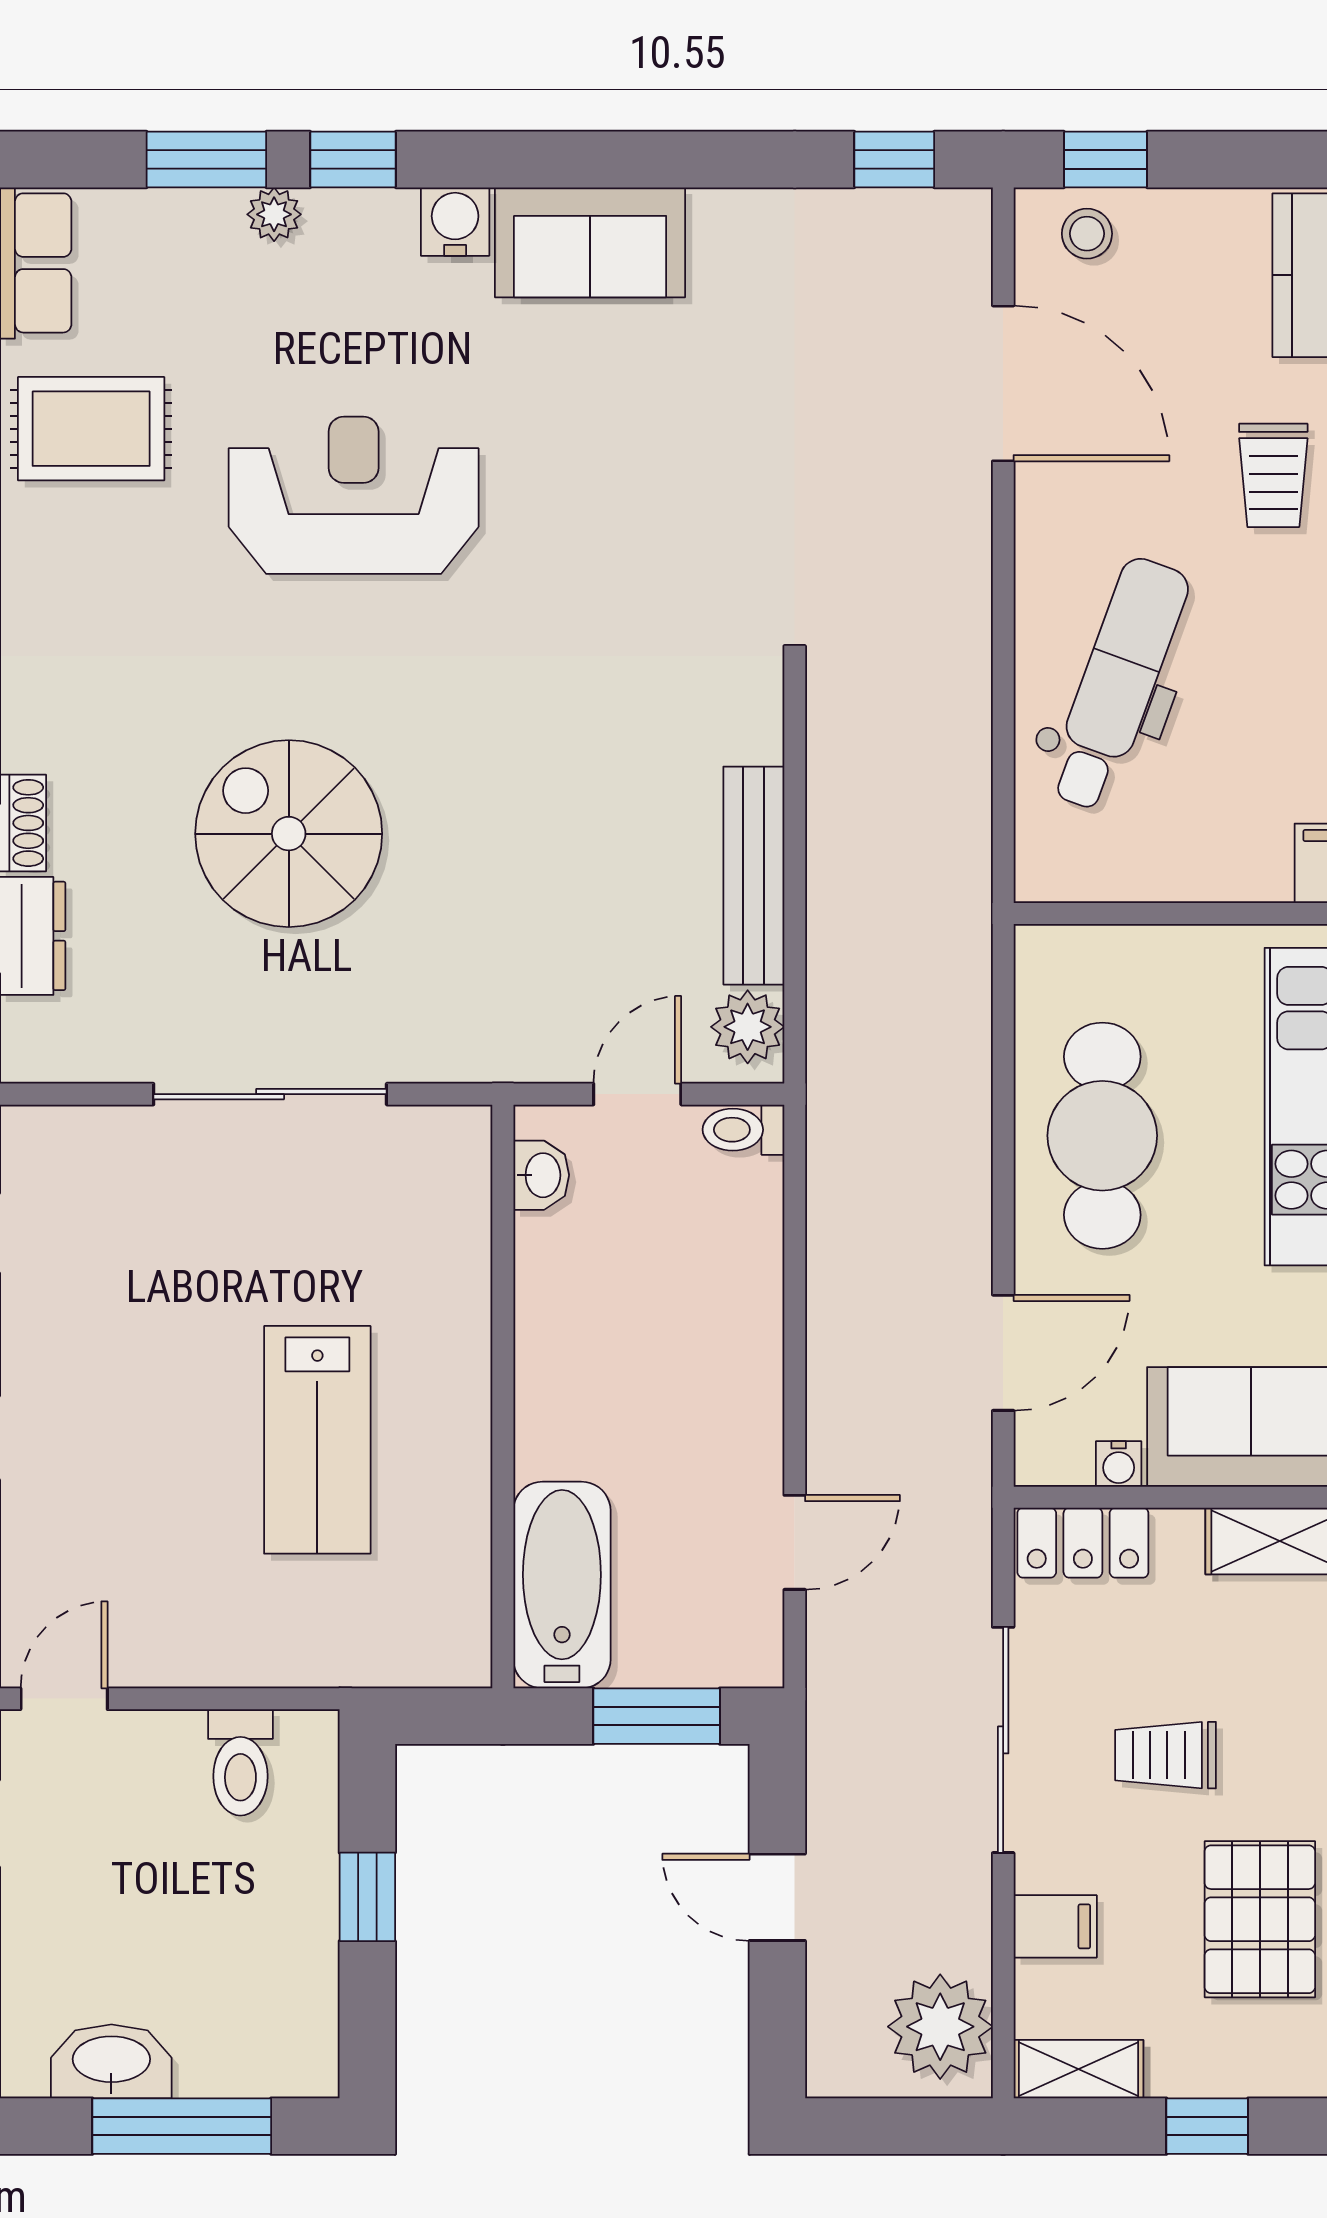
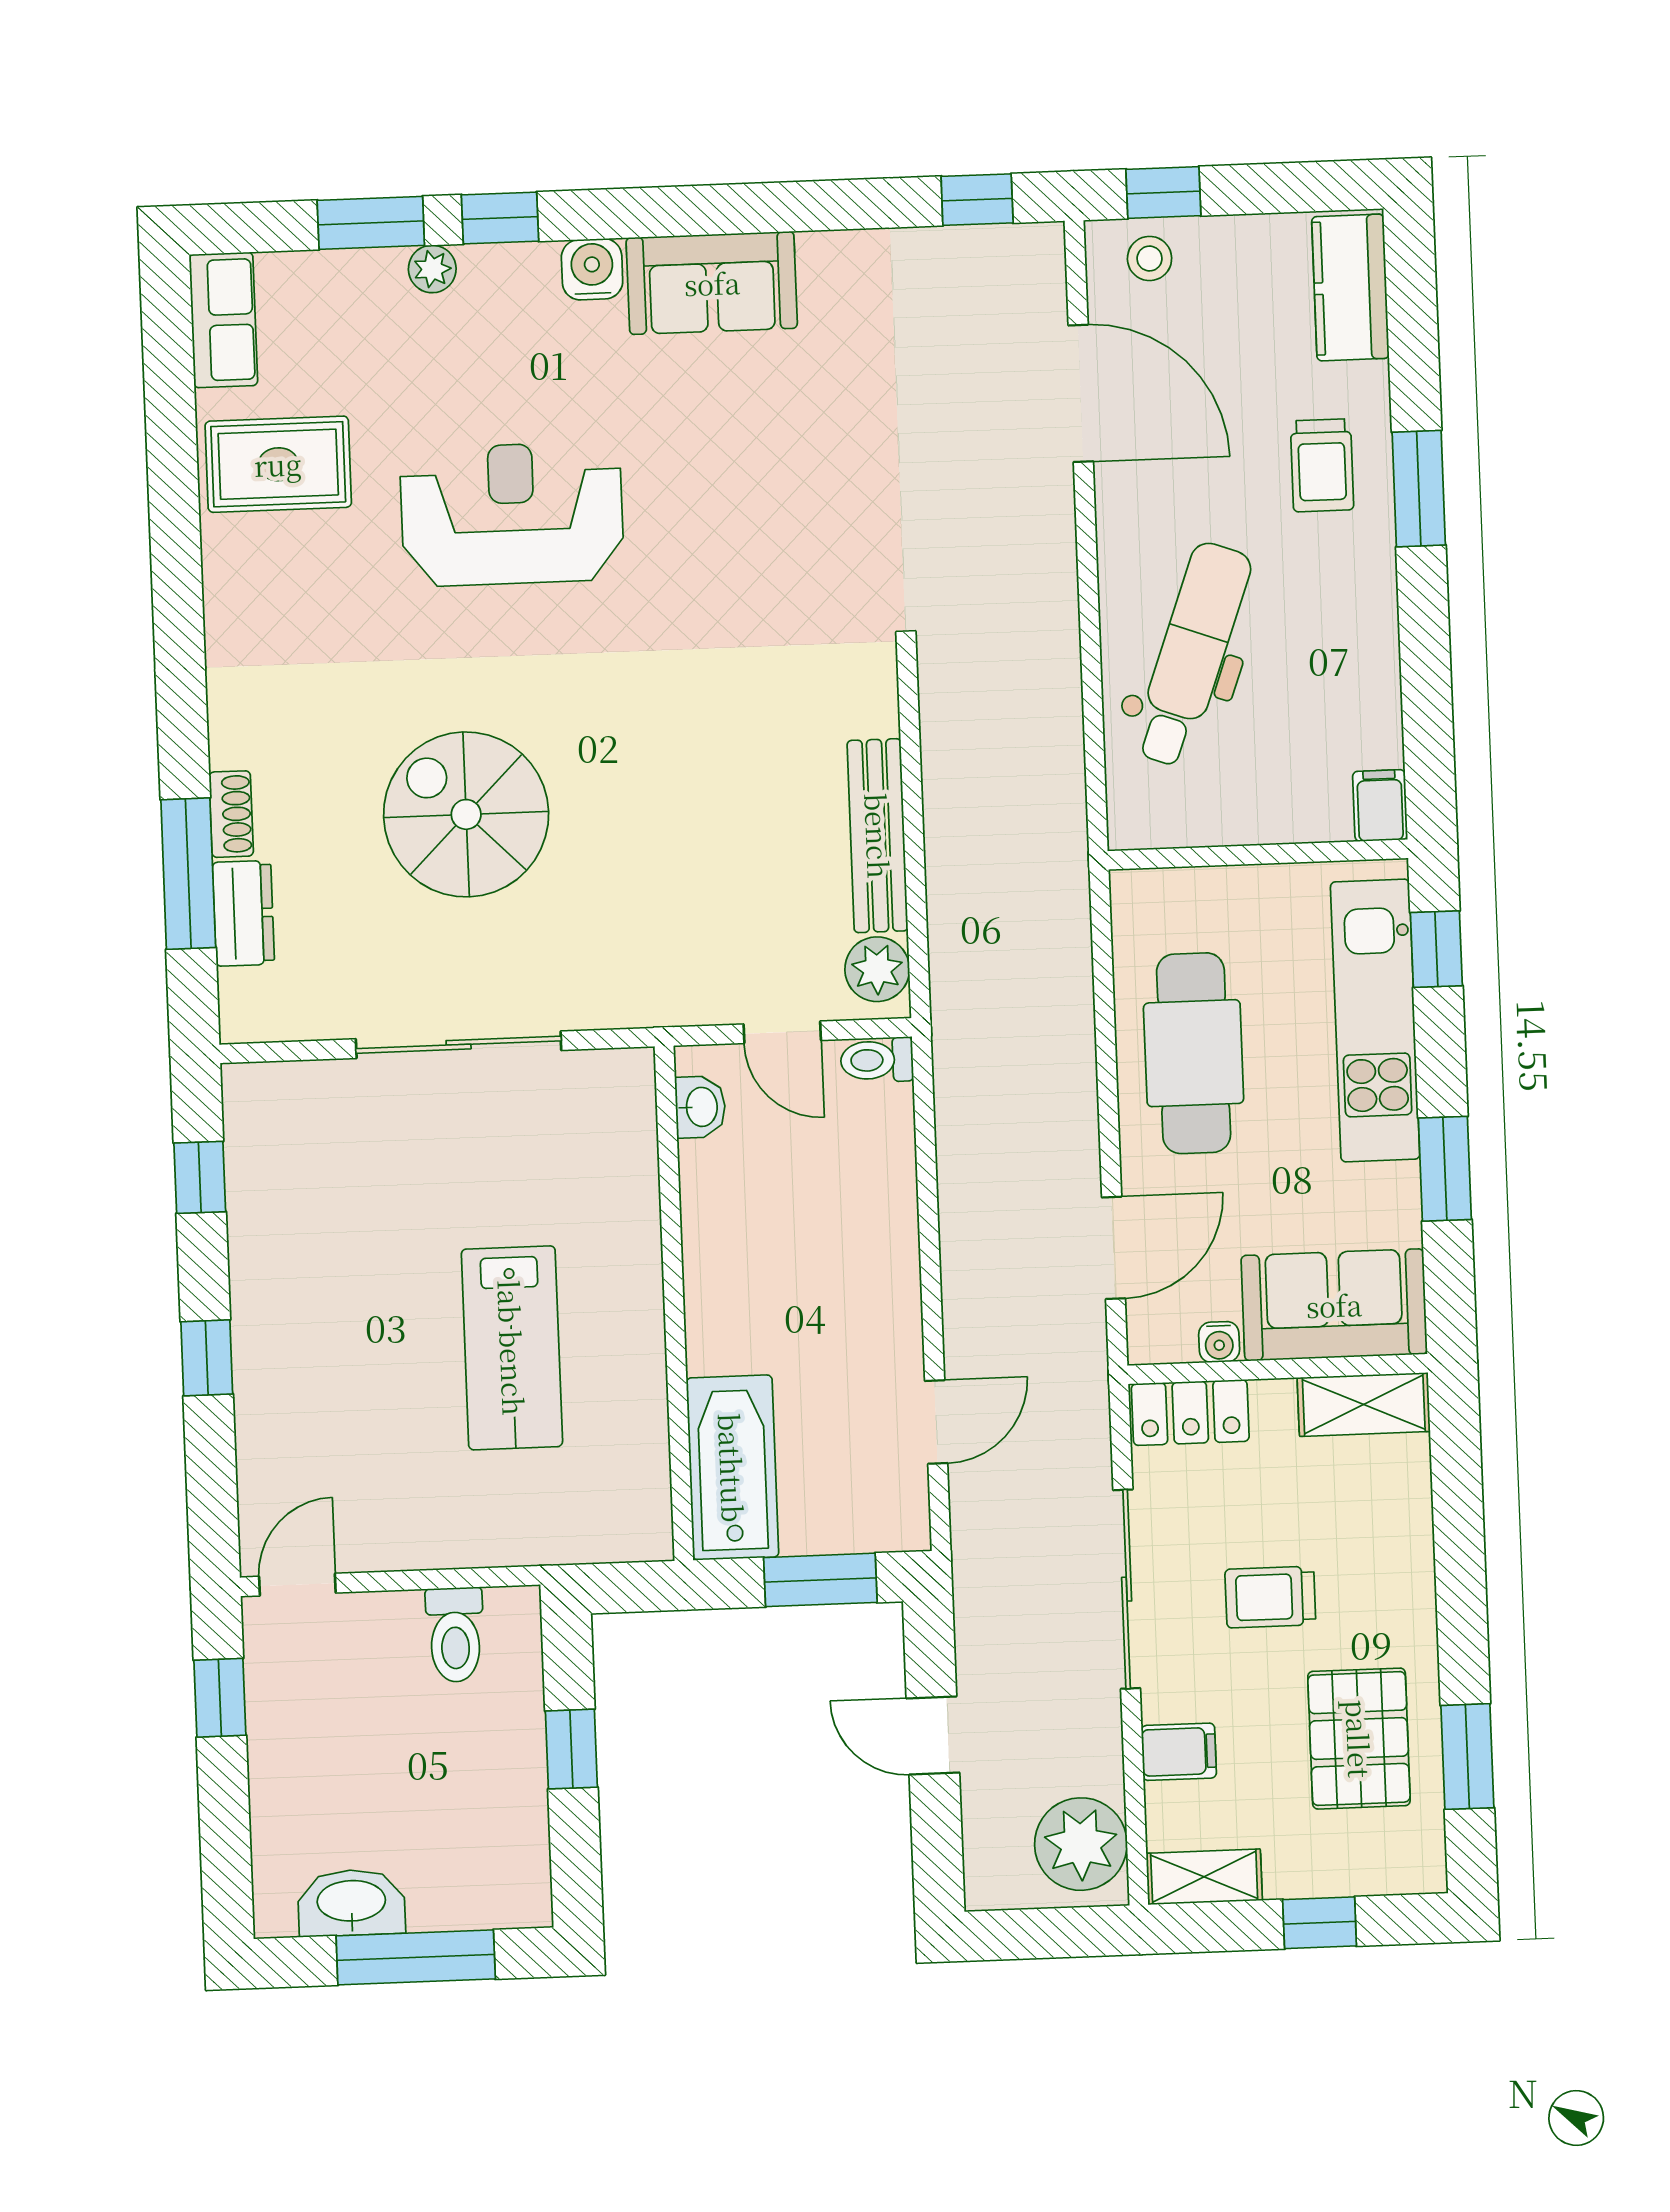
door: (637, 1094) -> (782, 1032), swing flipped

